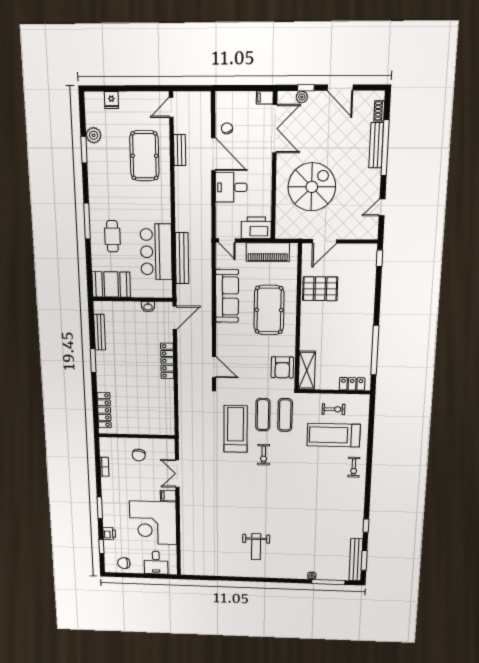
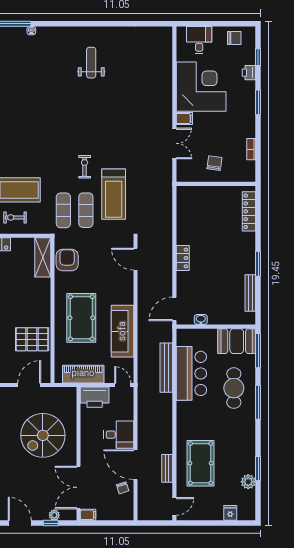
cafe table: (112, 236) -> (234, 388), width x1.37, depth x1.35
window: (89, 275) -> (258, 351), added
locker: (167, 361) -> (183, 258), width x0.66

